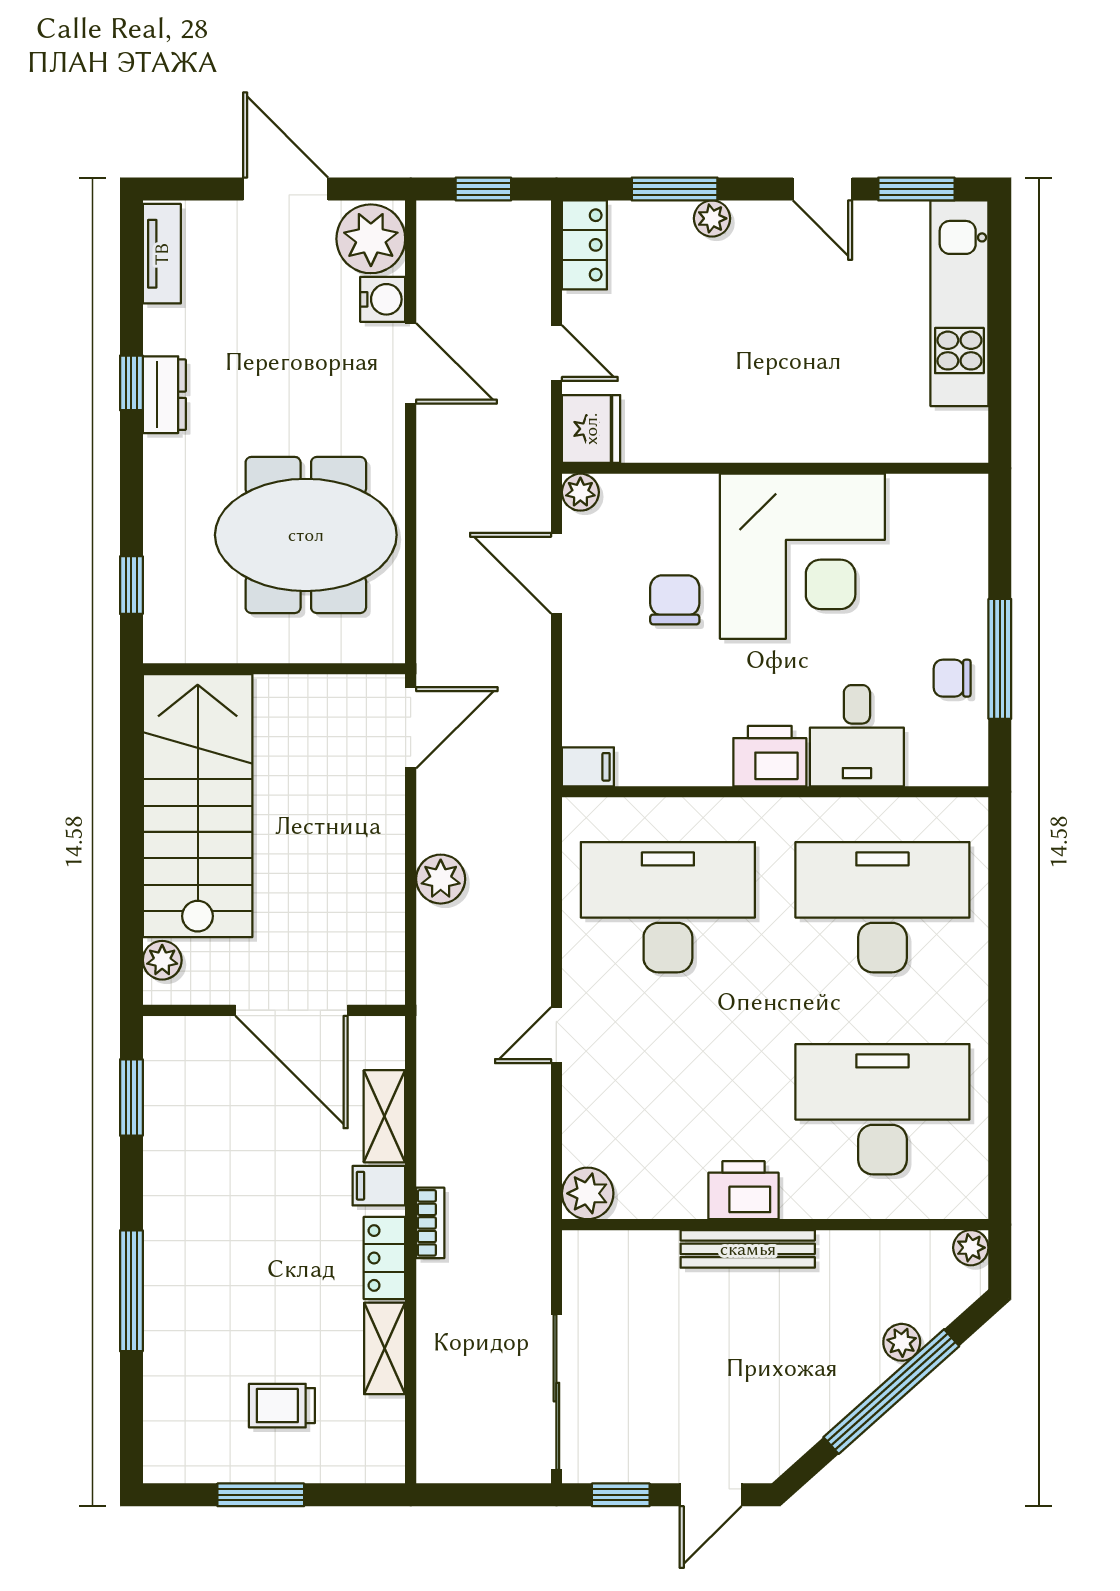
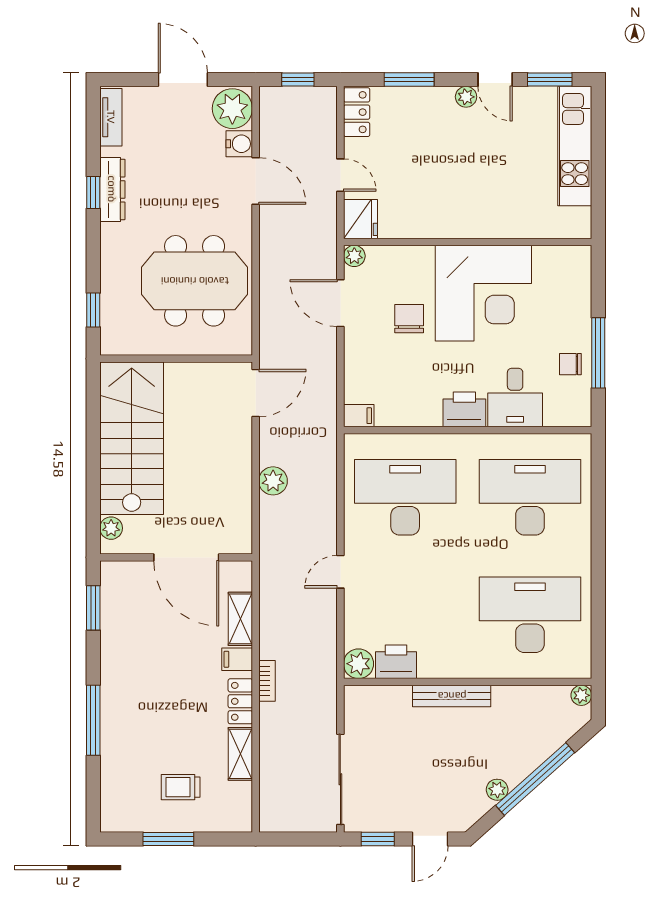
plant: (712, 218) -> (466, 97), moved
dresser: (164, 395) -> (112, 189), width x1.44
printer: (743, 1190) -> (396, 662), moved
plant: (902, 1342) -> (497, 790), moved

